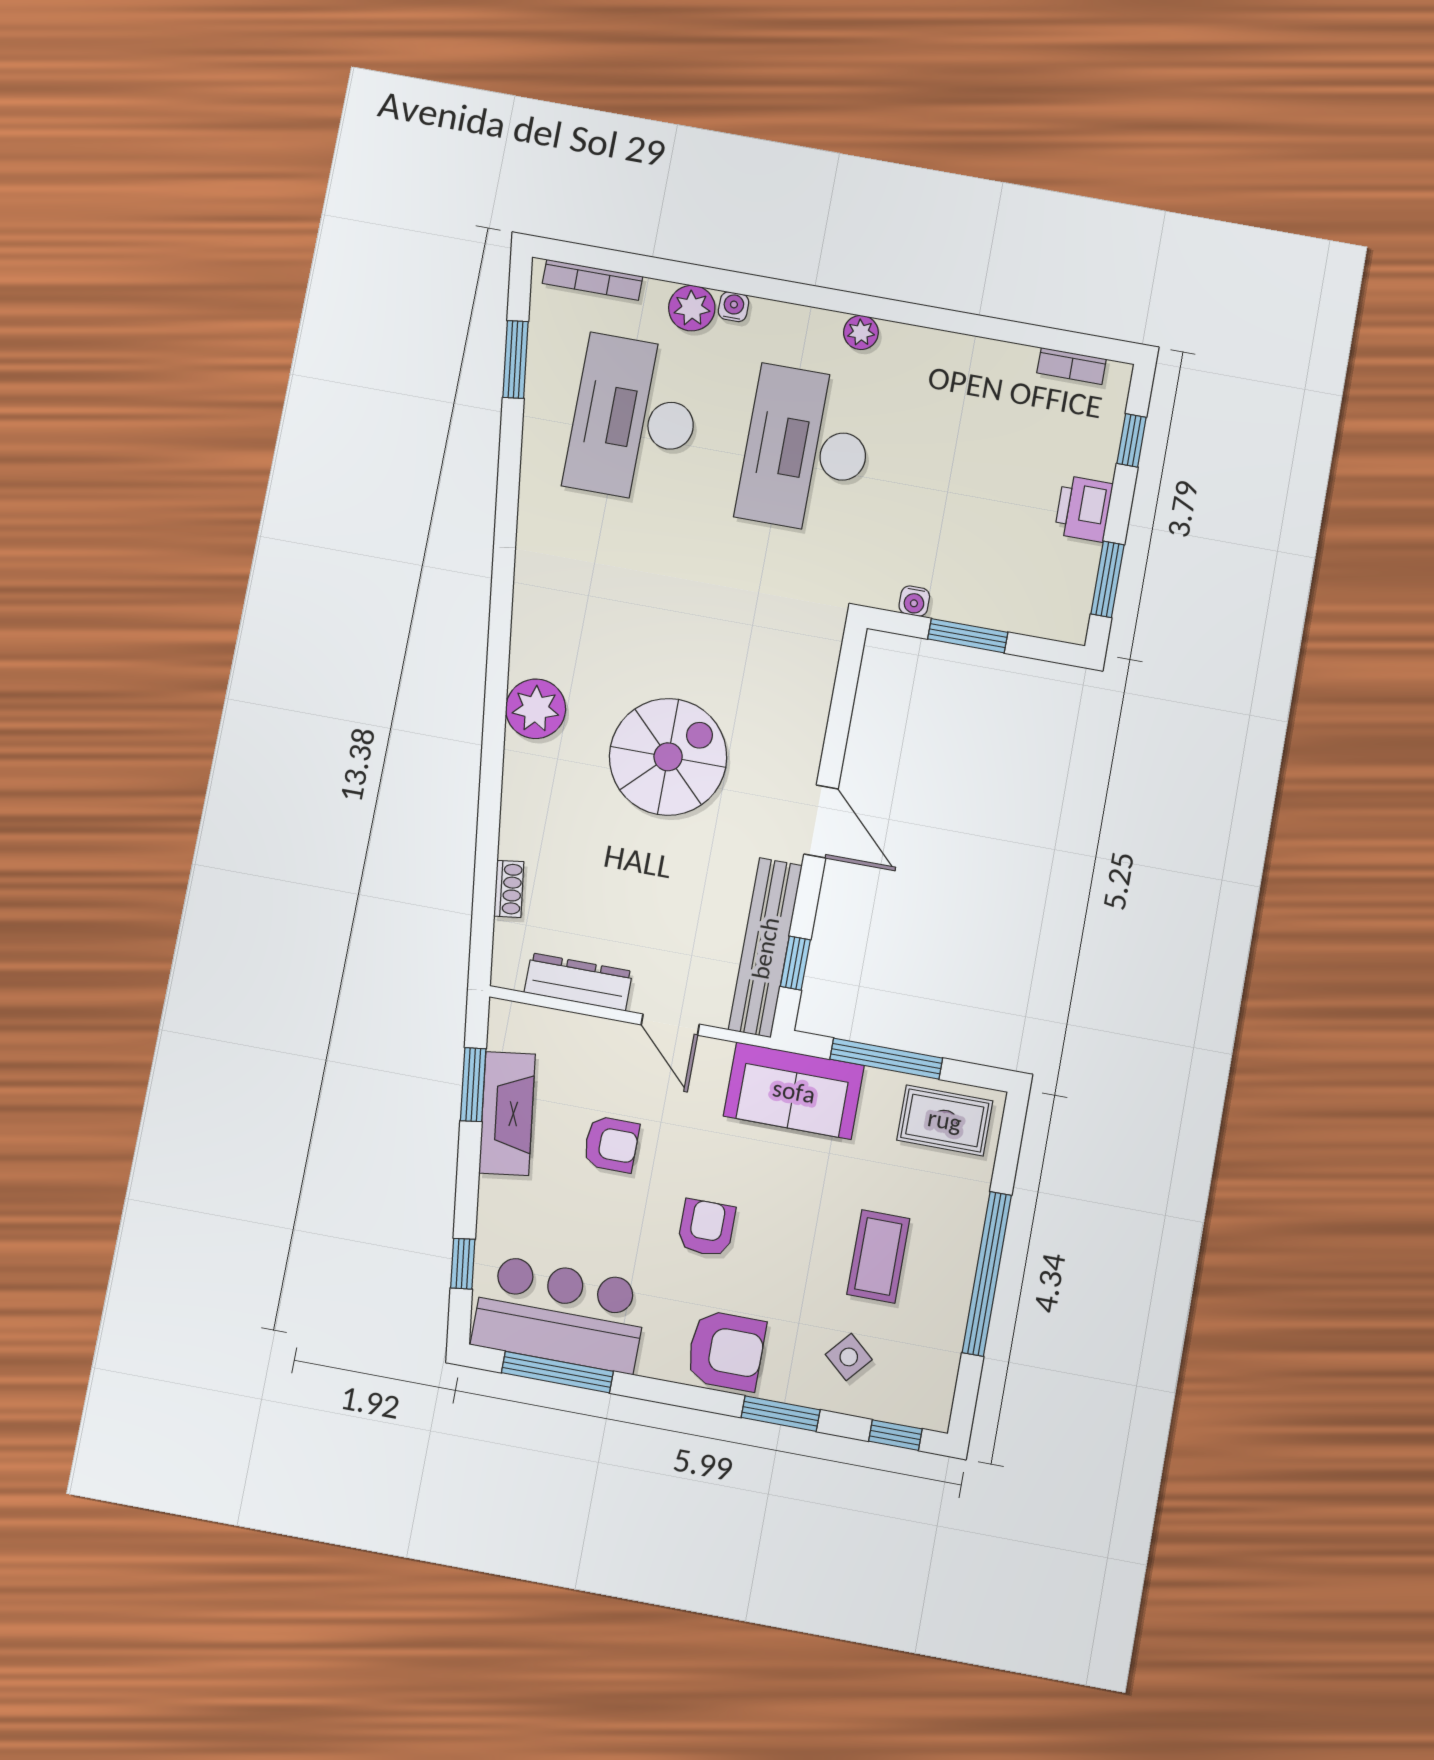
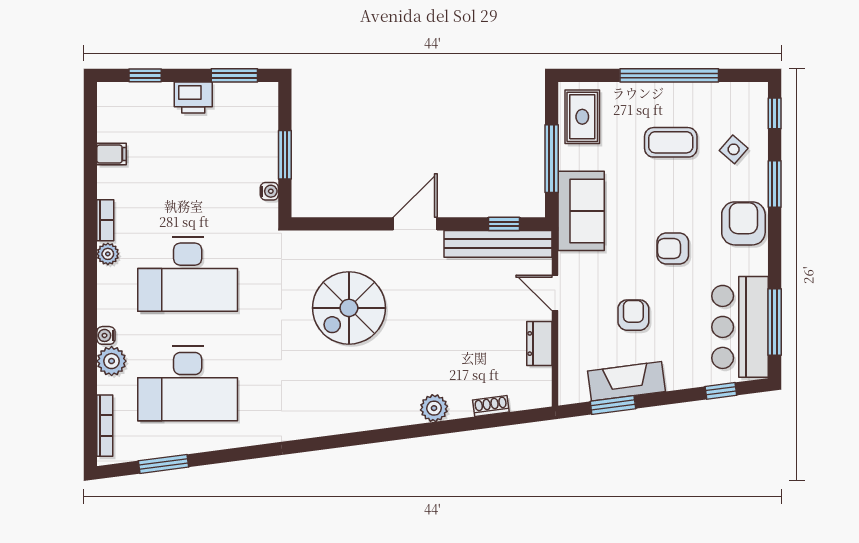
filing cabinet: (1017, 366) -> (111, 154), added
bookcase: (1072, 366) -> (105, 220), moved
plant: (536, 709) -> (434, 408), moved, width x0.73, depth x0.73
spiral stairs: (668, 757) -> (349, 308), moved, turned -90
dresser: (578, 982) -> (539, 344), width x0.70
door: (670, 1025) -> (555, 293), swing flipped

